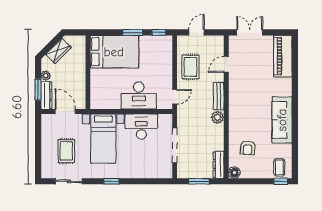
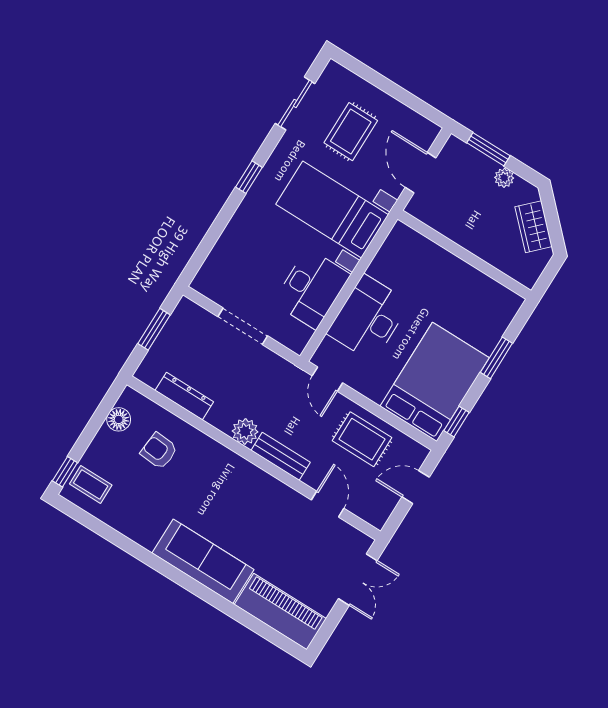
window: (133, 32) -> (496, 358), moved
door: (196, 32) -> (416, 487), swing flipped
bed: (114, 52) -> (435, 382), moved, turned 180
dresser: (46, 95) -> (469, 158), removed
door: (65, 112) -> (421, 173), swing flipped
sofa: (282, 120) -> (203, 561), moved
doorway: (175, 145) -> (243, 326), width x0.73
rug: (66, 151) -> (351, 132), turned 90
dresser: (219, 165) -> (184, 396), moved
floor lamp: (234, 173) -> (119, 419), moved

